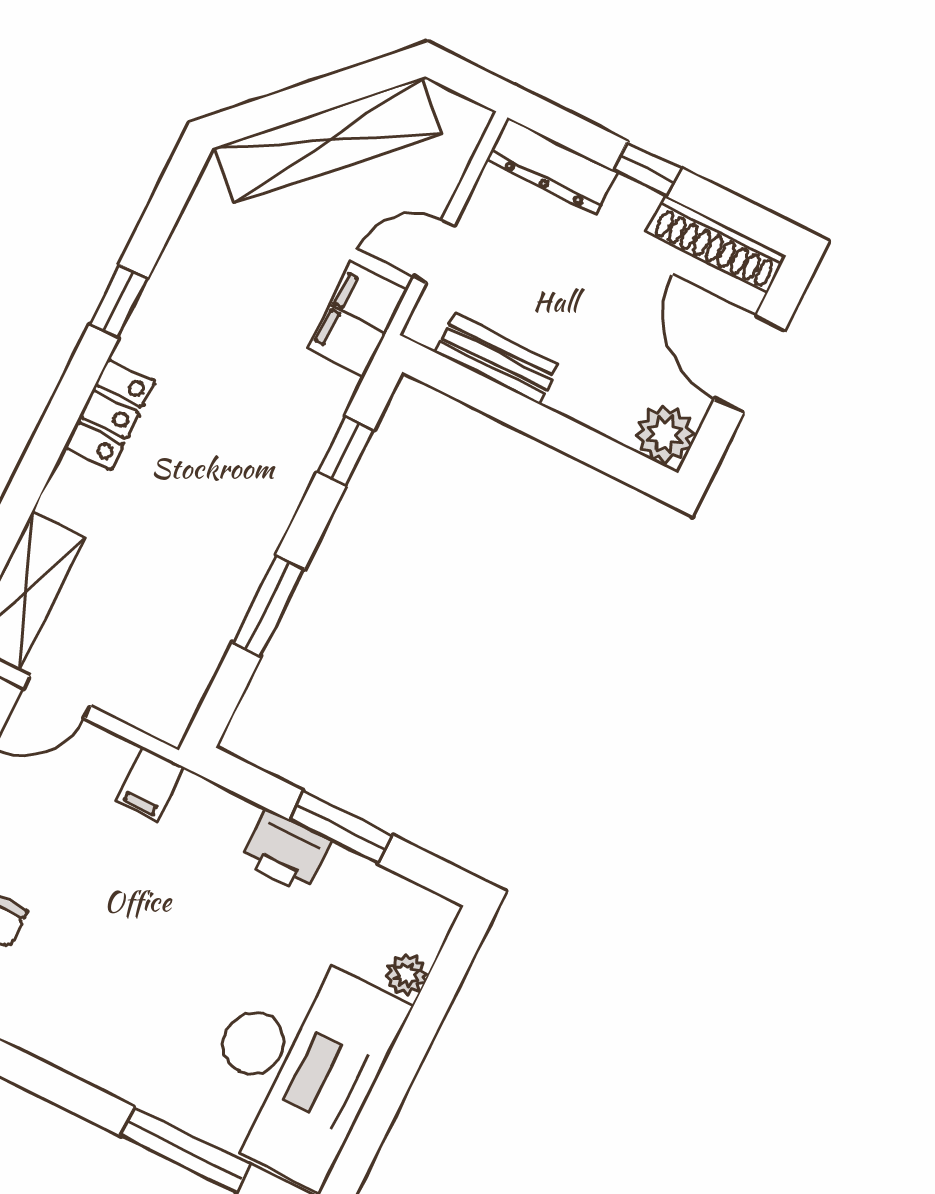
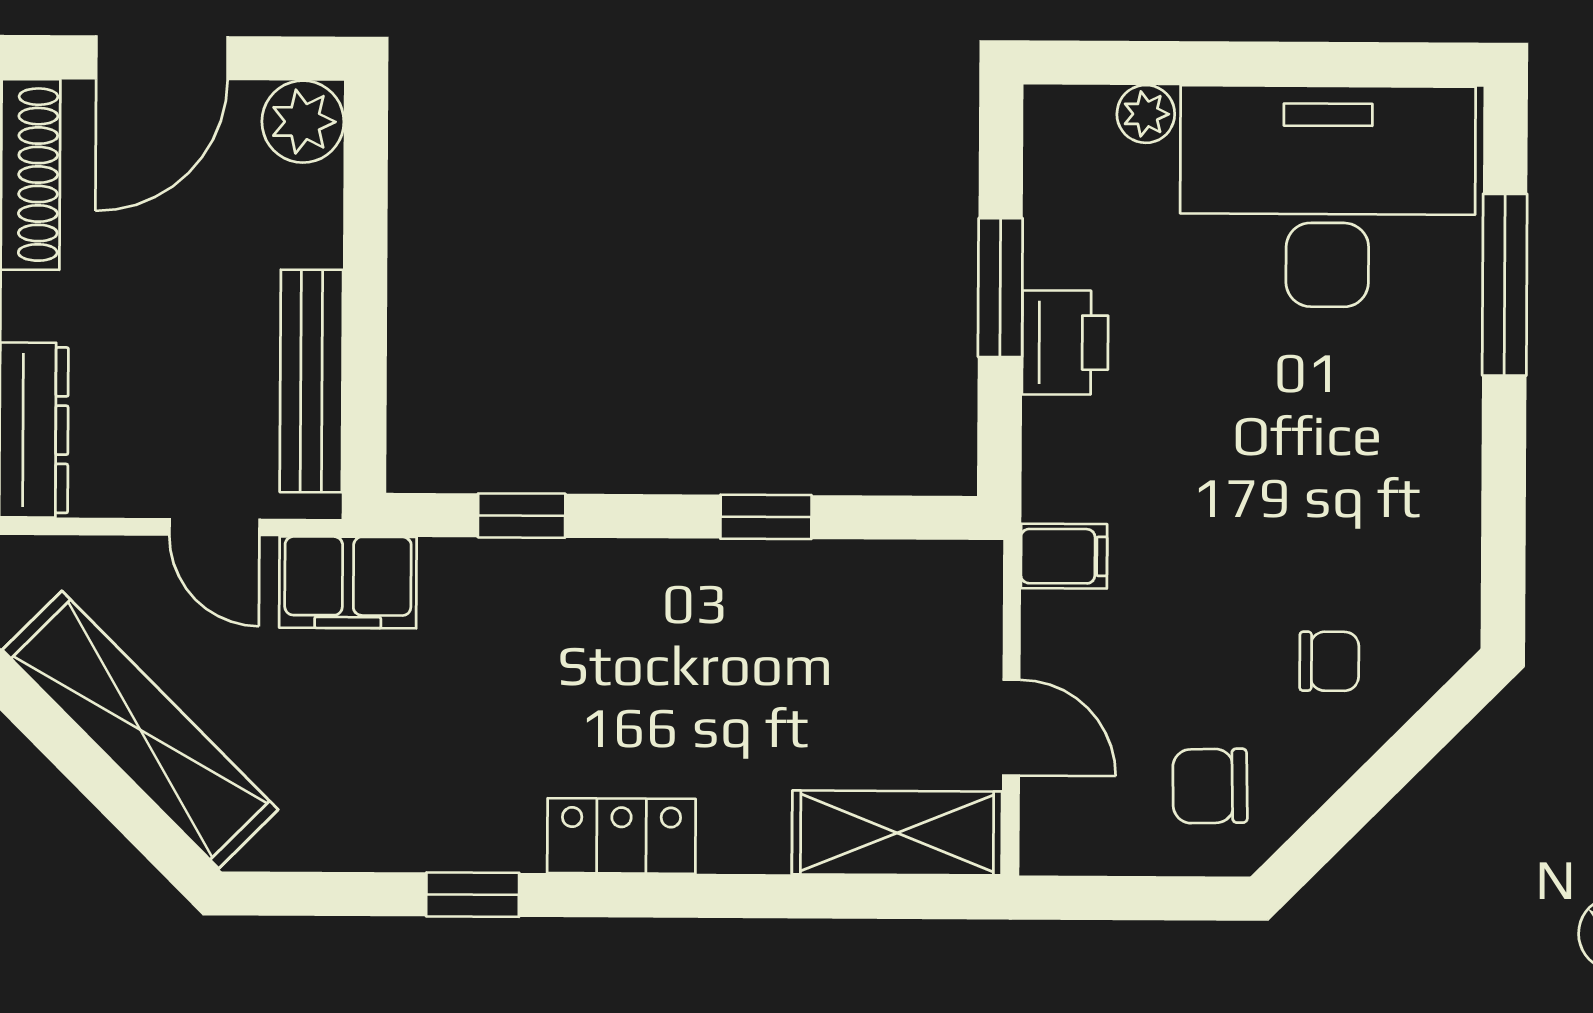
bench: (497, 359) -> (311, 381), width x1.36
window: (268, 606) -> (766, 517), width x0.67

